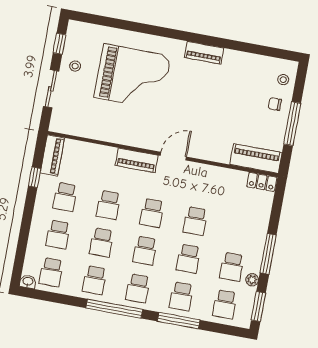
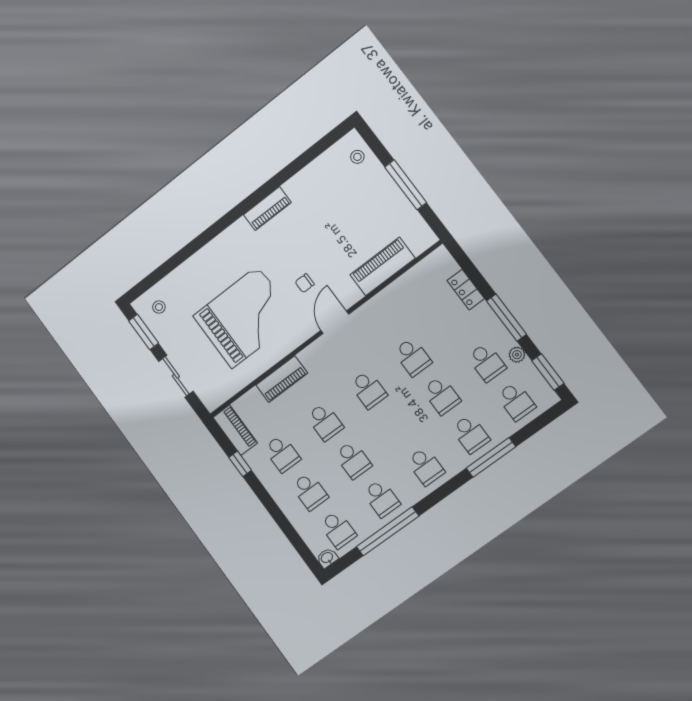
window: (59, 44) -> (144, 332), width x1.50
stool: (75, 66) -> (159, 307), moved
grand piano: (133, 77) -> (245, 317), moved
chair: (275, 104) -> (305, 283), moved
piano: (256, 159) -> (383, 266), moved
piano: (137, 160) -> (282, 379), moved
locker: (262, 182) -> (466, 290), moved, turned 90
school desk: (145, 251) -> (397, 428), removed
window: (114, 309) -> (388, 531), moved

